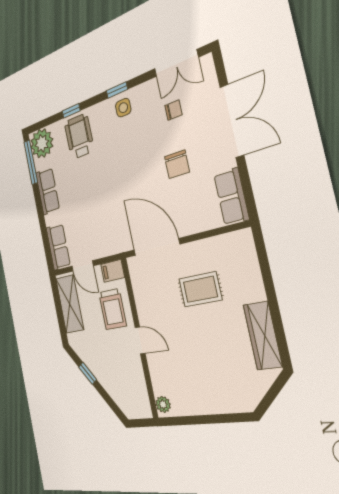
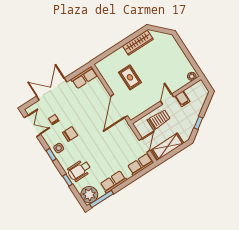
chair: (177, 164) -> (70, 134), moved
filing cabinet: (113, 271) -> (183, 99), moved

